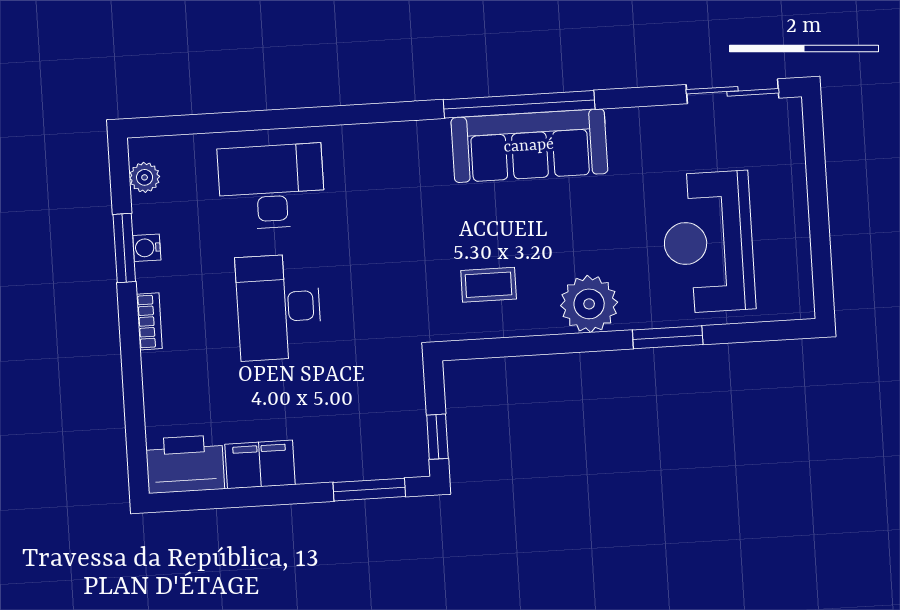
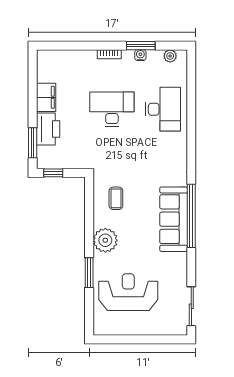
printer: (185, 464) -> (48, 129), moved

